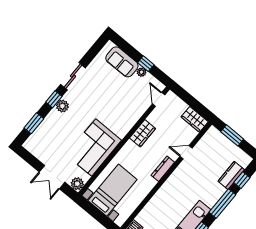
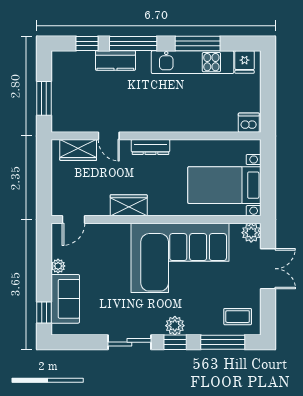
window: (146, 64) -> (44, 313), moved
wardrobe: (195, 119) -> (78, 150), moved, turned 90
window: (34, 123) -> (223, 342), width x1.44
coffee table: (41, 142) -> (238, 317), added
corner sofa: (94, 148) -> (180, 258), width x1.36, depth x1.36
kitchen counter: (231, 175) -> (115, 61), moved

